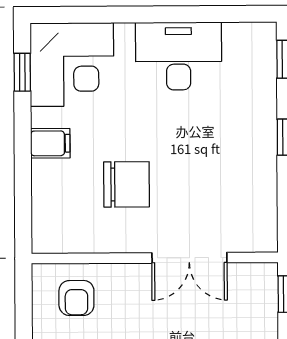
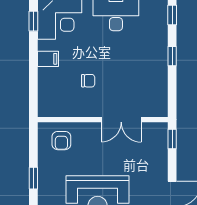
chair: (126, 184) -> (88, 81), width x0.54, depth x0.54

